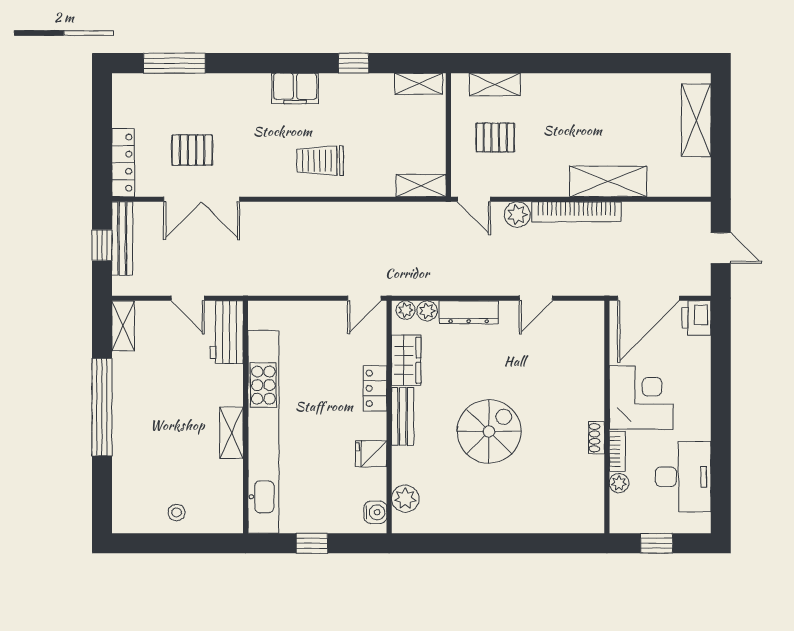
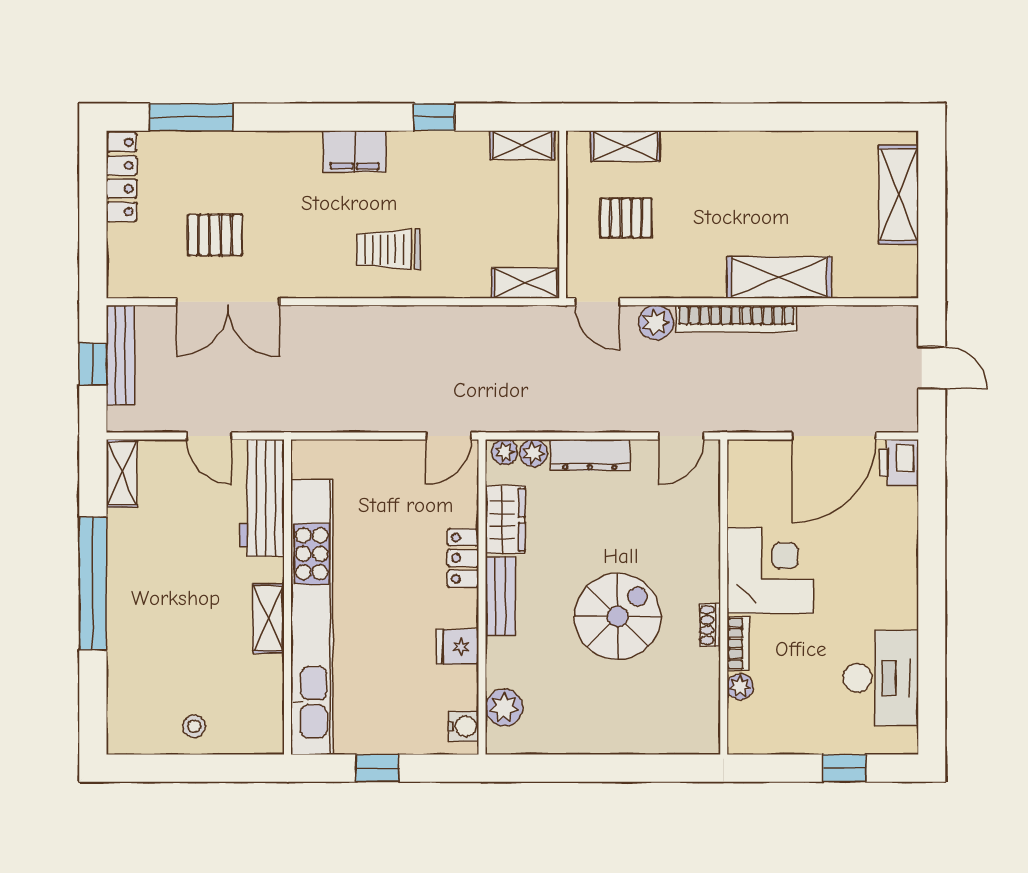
locker: (123, 163) -> (122, 177), moved
workbench: (227, 332) -> (262, 498), width x1.38
corner desk: (641, 398) -> (770, 571), moved
wall: (607, 417) -> (724, 597), moved
shoe rack: (597, 438) -> (710, 625), moved
bookcase: (617, 451) -> (738, 644), moved
plant: (619, 483) -> (740, 686), moved

